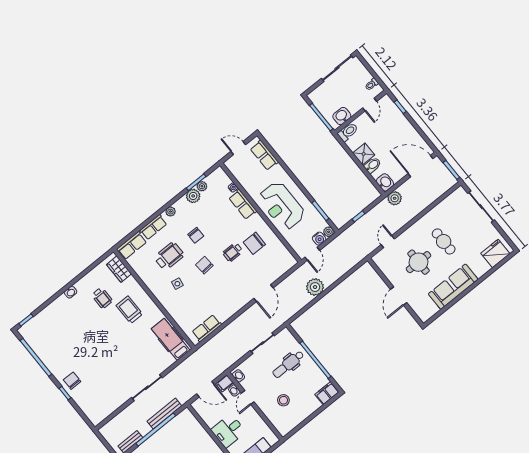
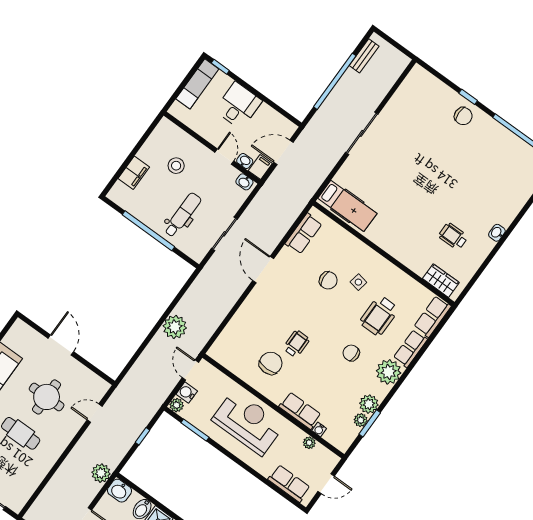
plant: (242, 180) -> (309, 443), added
plant: (170, 212) -> (389, 372), width x1.87, depth x1.87
door: (388, 242) -> (95, 413), swing flipped
chair: (204, 265) -> (328, 280), moved
door: (264, 293) -> (263, 270), moved
trolley: (129, 310) -> (413, 231), removed
filing cabinet: (327, 393) -> (134, 173), moved
bench: (164, 414) -> (329, 105), removed

